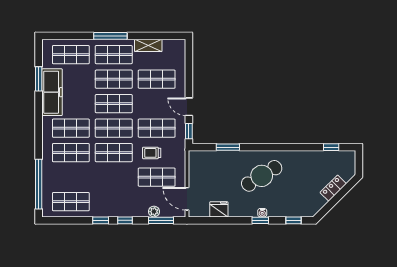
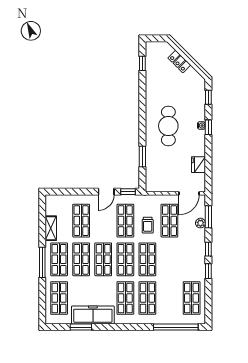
cafe table: (262, 176) -> (168, 126), turned 32

